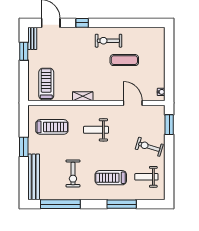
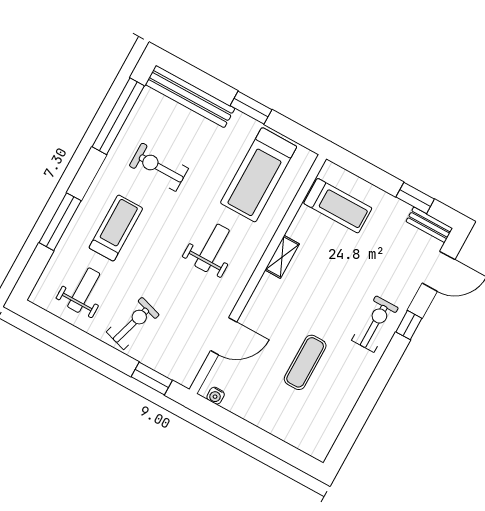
exercise bike: (108, 41) -> (375, 324), moved
treadmill: (52, 127) -> (259, 175), width x1.37, depth x1.38

